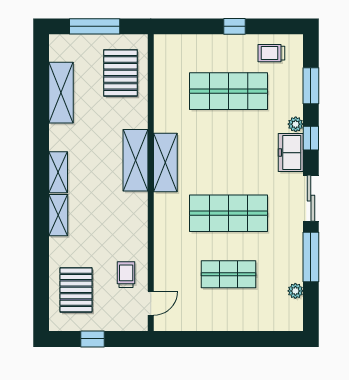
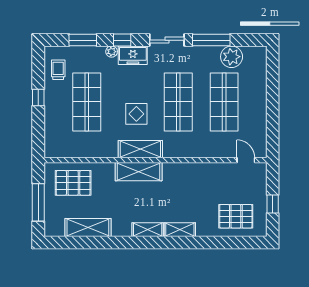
trolley: (271, 53) -> (58, 70), turned 180
display table: (212, 157) -> (136, 114), added
shop shelf: (228, 274) -> (224, 102), width x1.43, depth x1.36
trolley: (126, 275) -> (224, 179), removed
plant: (295, 291) -> (232, 57), width x1.88, depth x1.88

